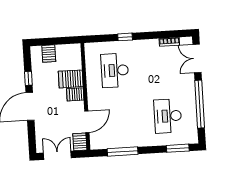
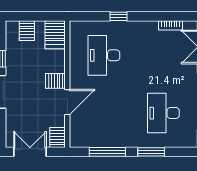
server rack: (71, 79) -> (55, 35), moved, turned -90
door: (87, 122) -> (67, 102), moved
window: (178, 148) -> (151, 152), moved

